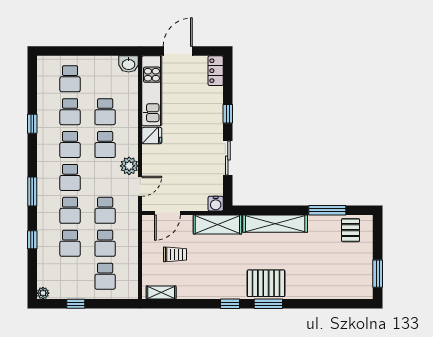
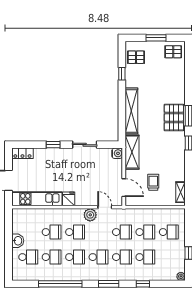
washbasin: (129, 64) -> (18, 241), moved
window: (32, 124) -> (60, 284), width x3.17
window: (327, 210) -> (122, 74), width x0.46
window: (378, 274) -> (156, 38), moved
pallet: (358, 282) -> (173, 52), added

